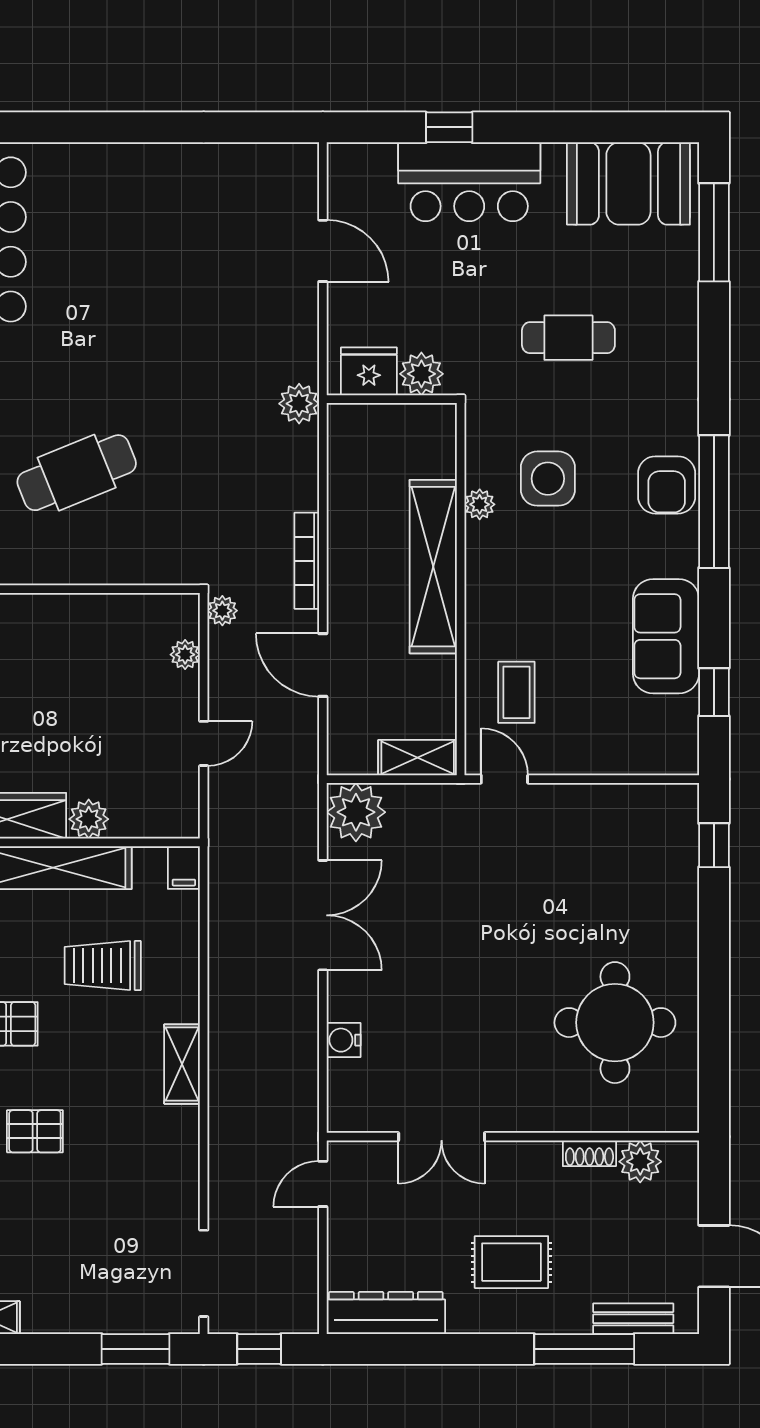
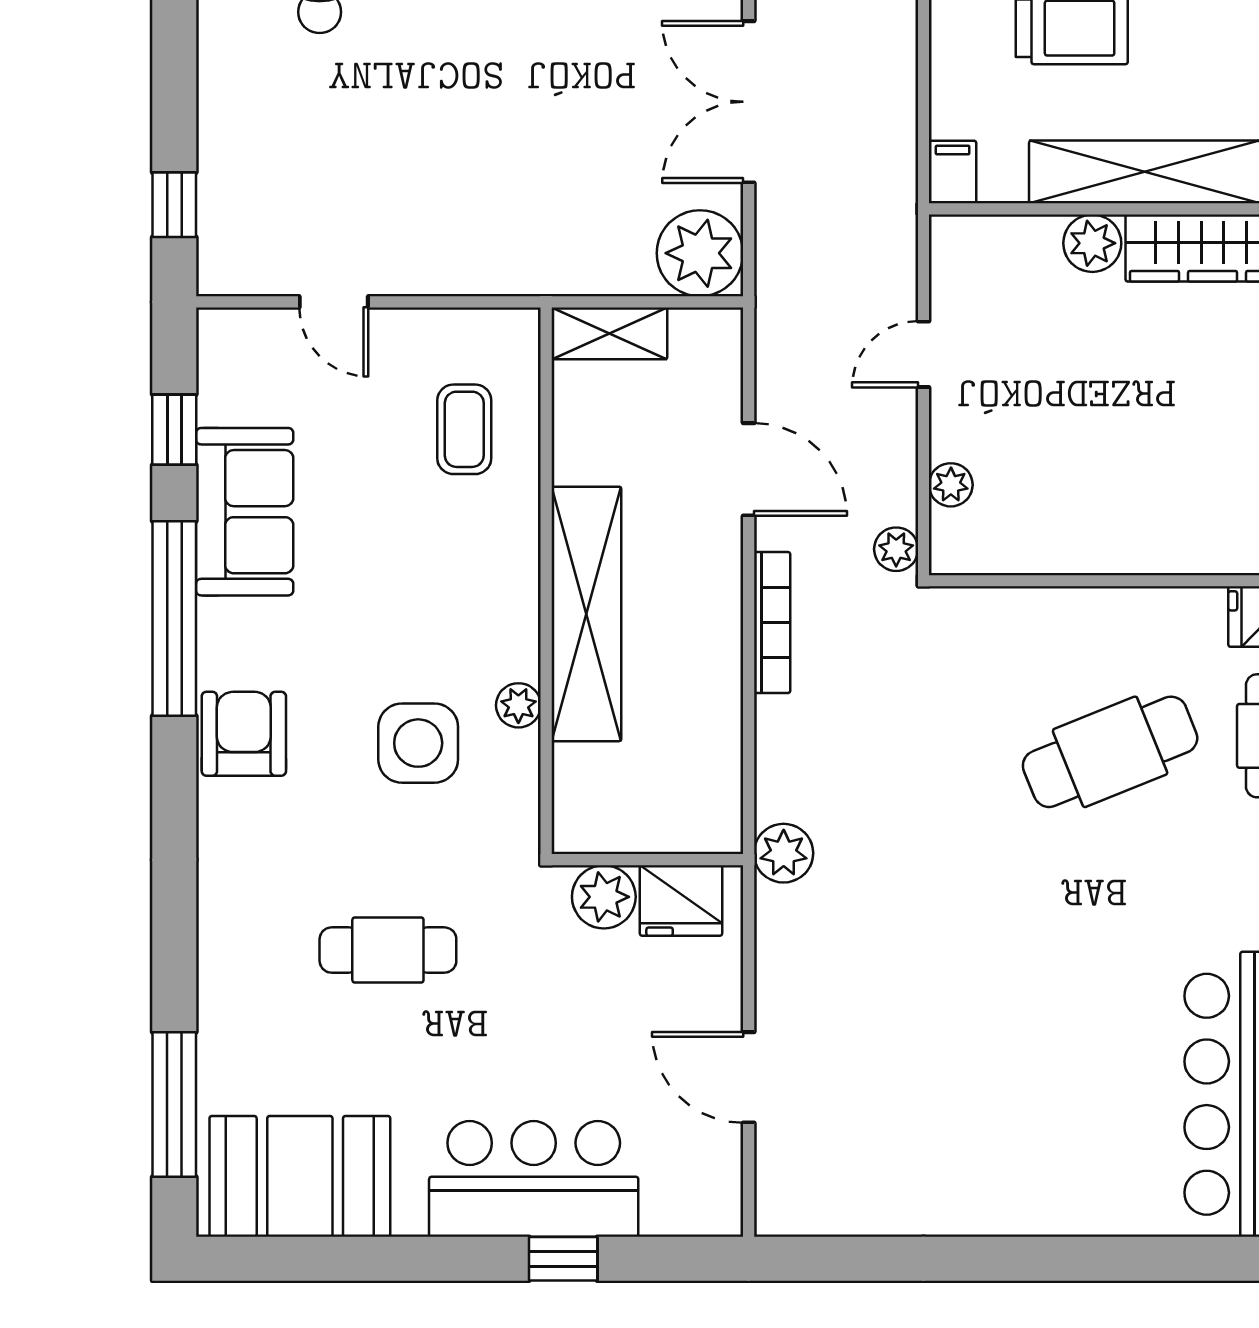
window: (714, 502) -> (174, 618), moved
door: (504, 779) -> (334, 302), moved

